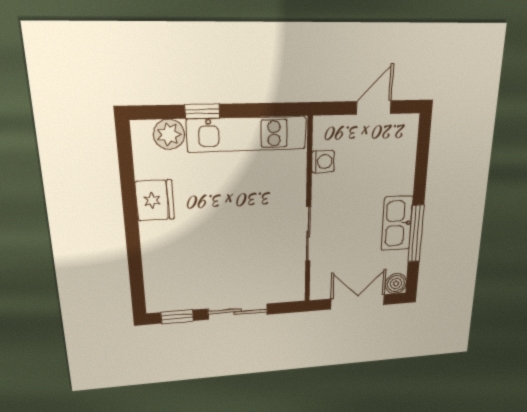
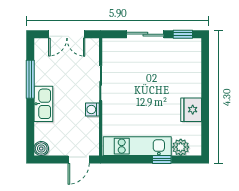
door: (374, 108) -> (79, 160), moved
washing machine: (323, 162) -> (92, 110), moved
kitchen sink: (397, 223) -> (43, 104), moved
boiler: (396, 283) -> (41, 148), moved

